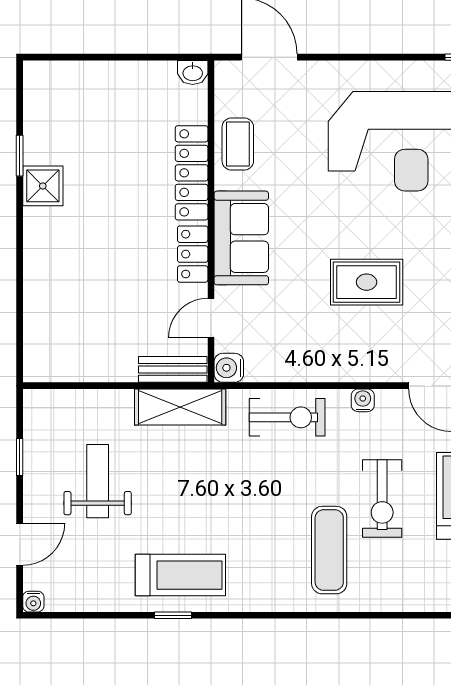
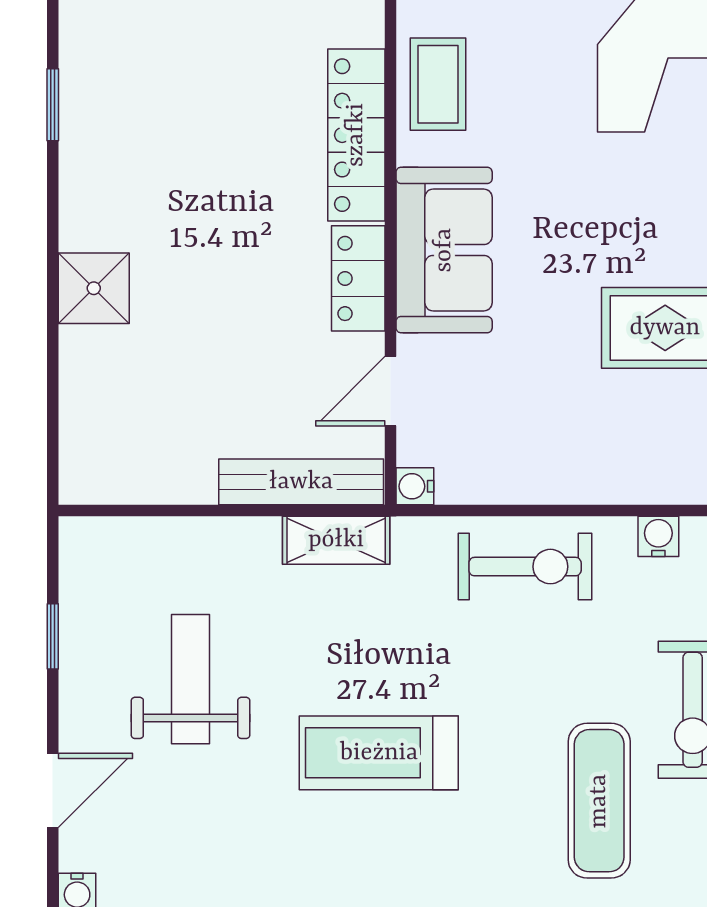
shower: (43, 186) -> (94, 288), moved
water cooler: (229, 368) -> (415, 486), width x0.72, depth x0.72
bench: (173, 369) -> (301, 482), width x1.36
shelving: (180, 407) -> (336, 540), width x0.67, depth x0.75
treadmill: (180, 575) -> (379, 753), moved, turned 180

